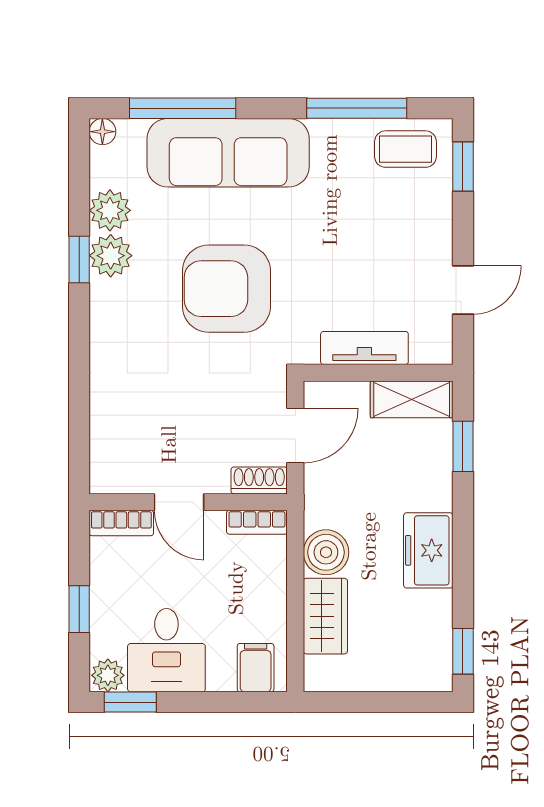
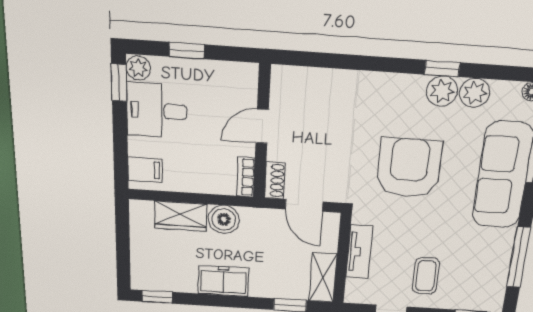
coffee table: (406, 149) -> (426, 276), moved
bookcase: (121, 523) -> (249, 85), removed

